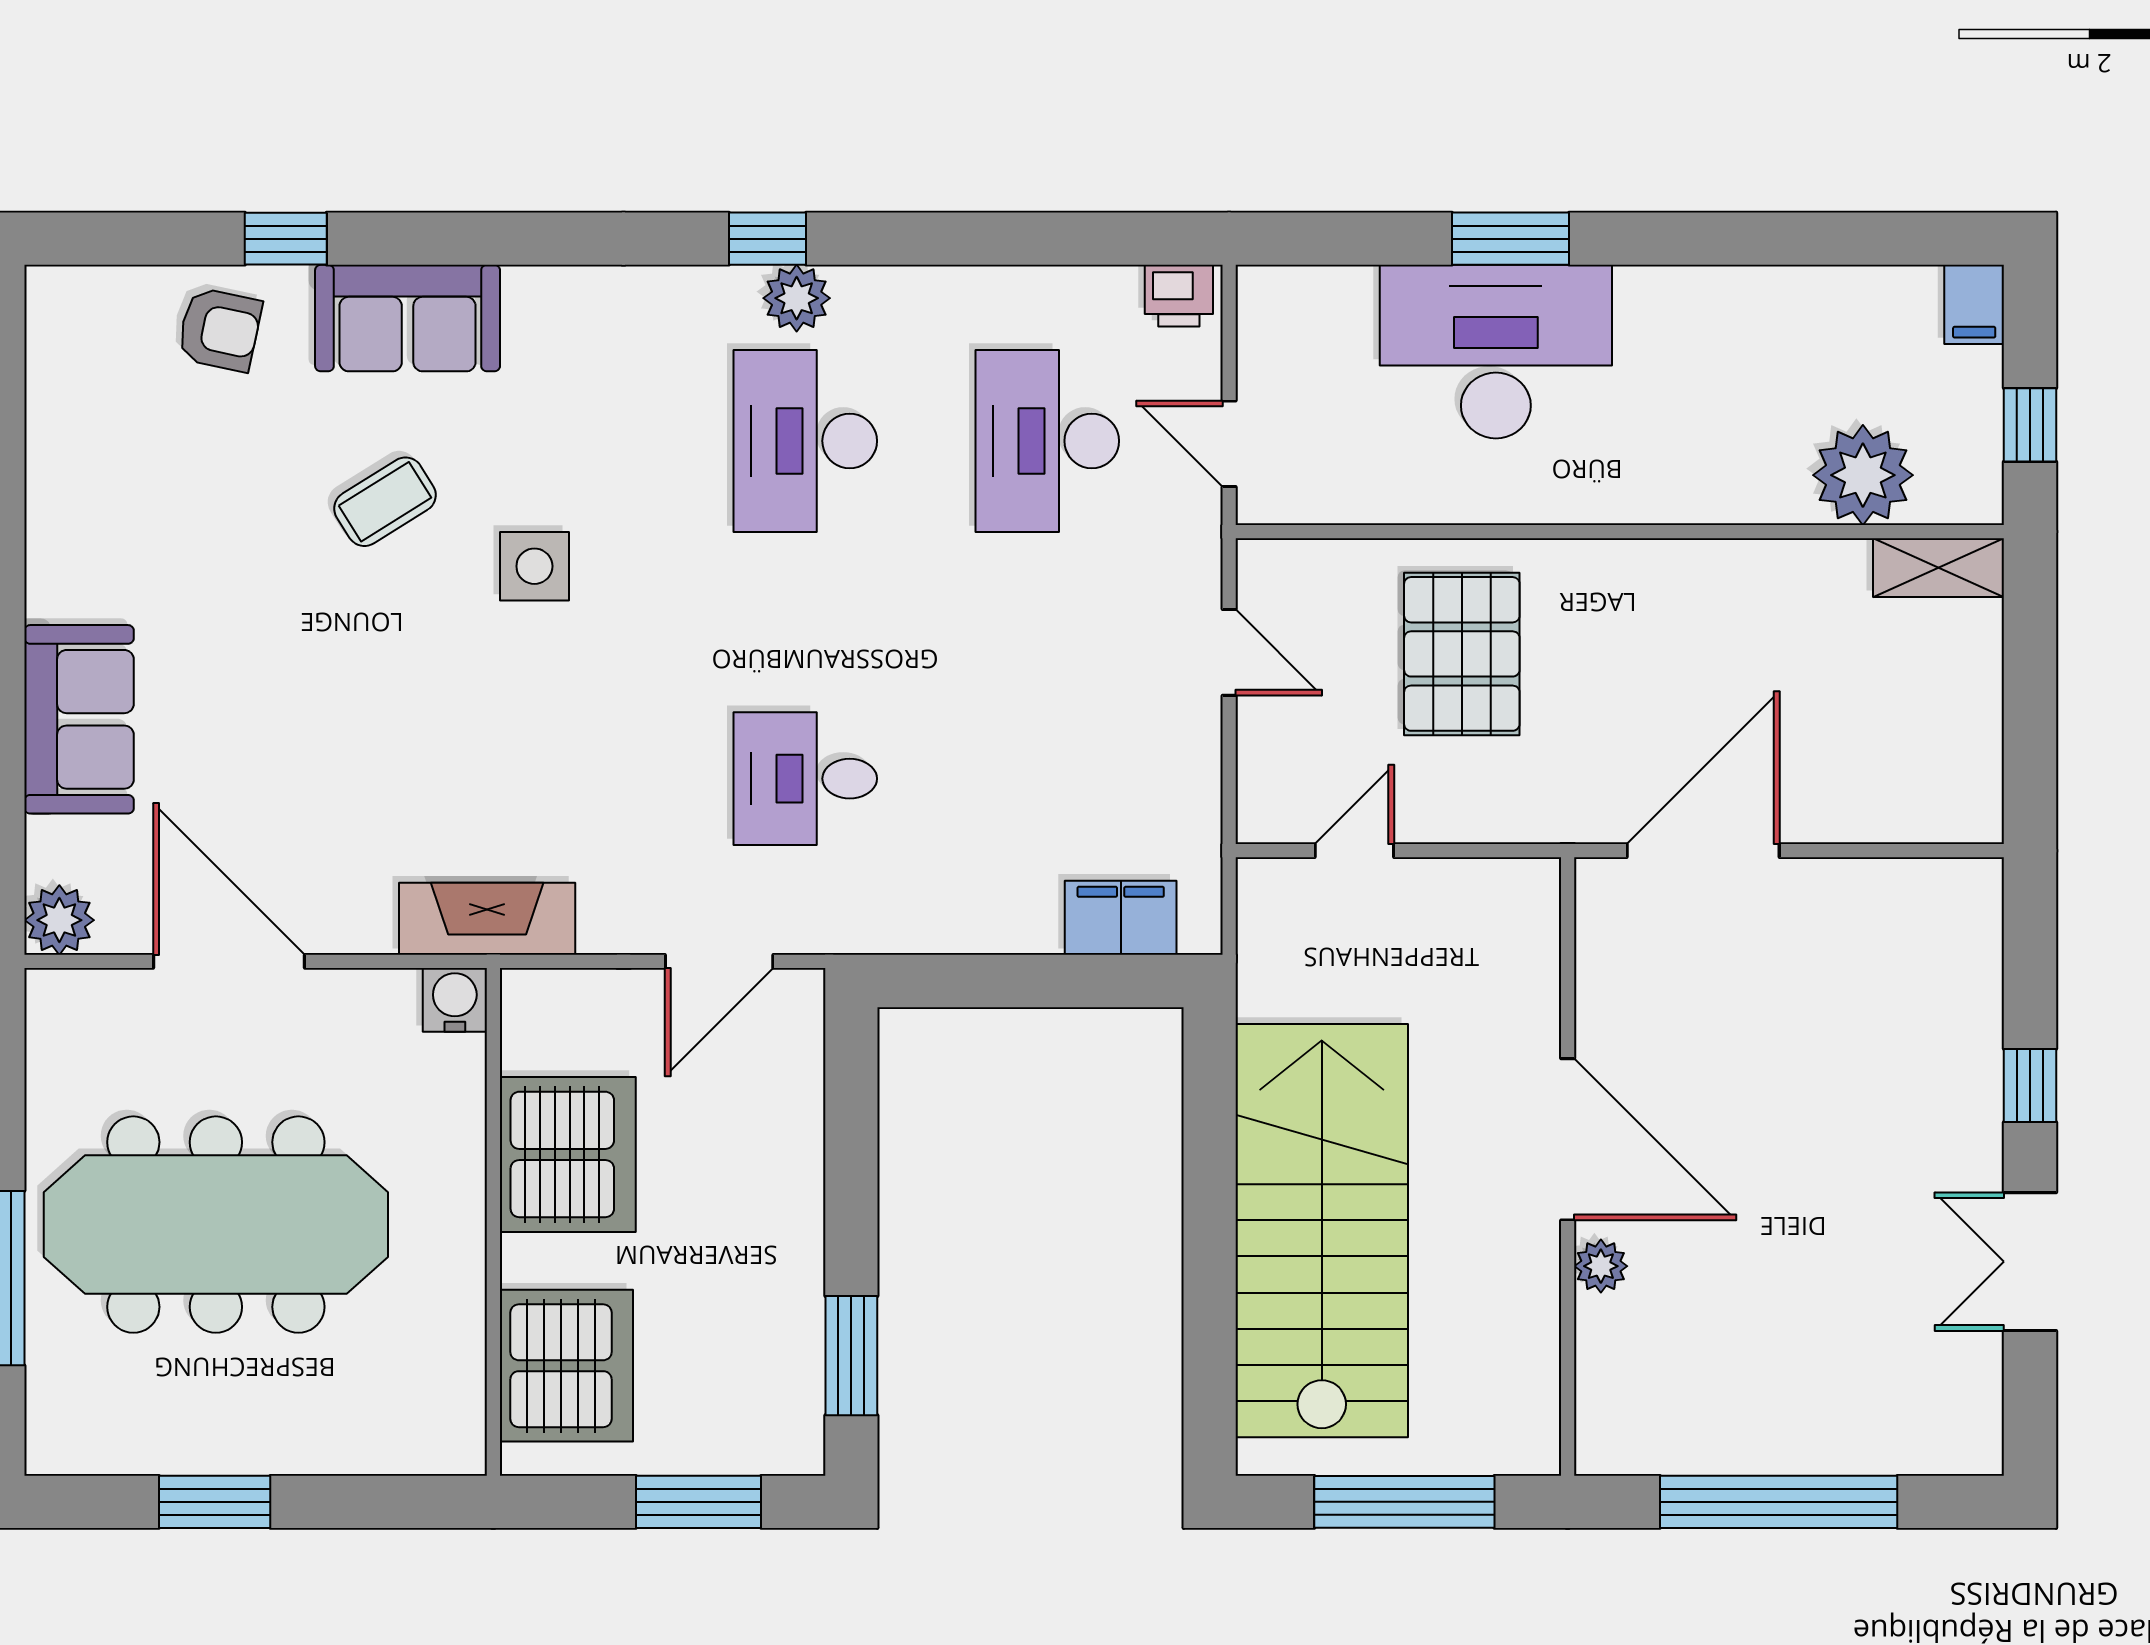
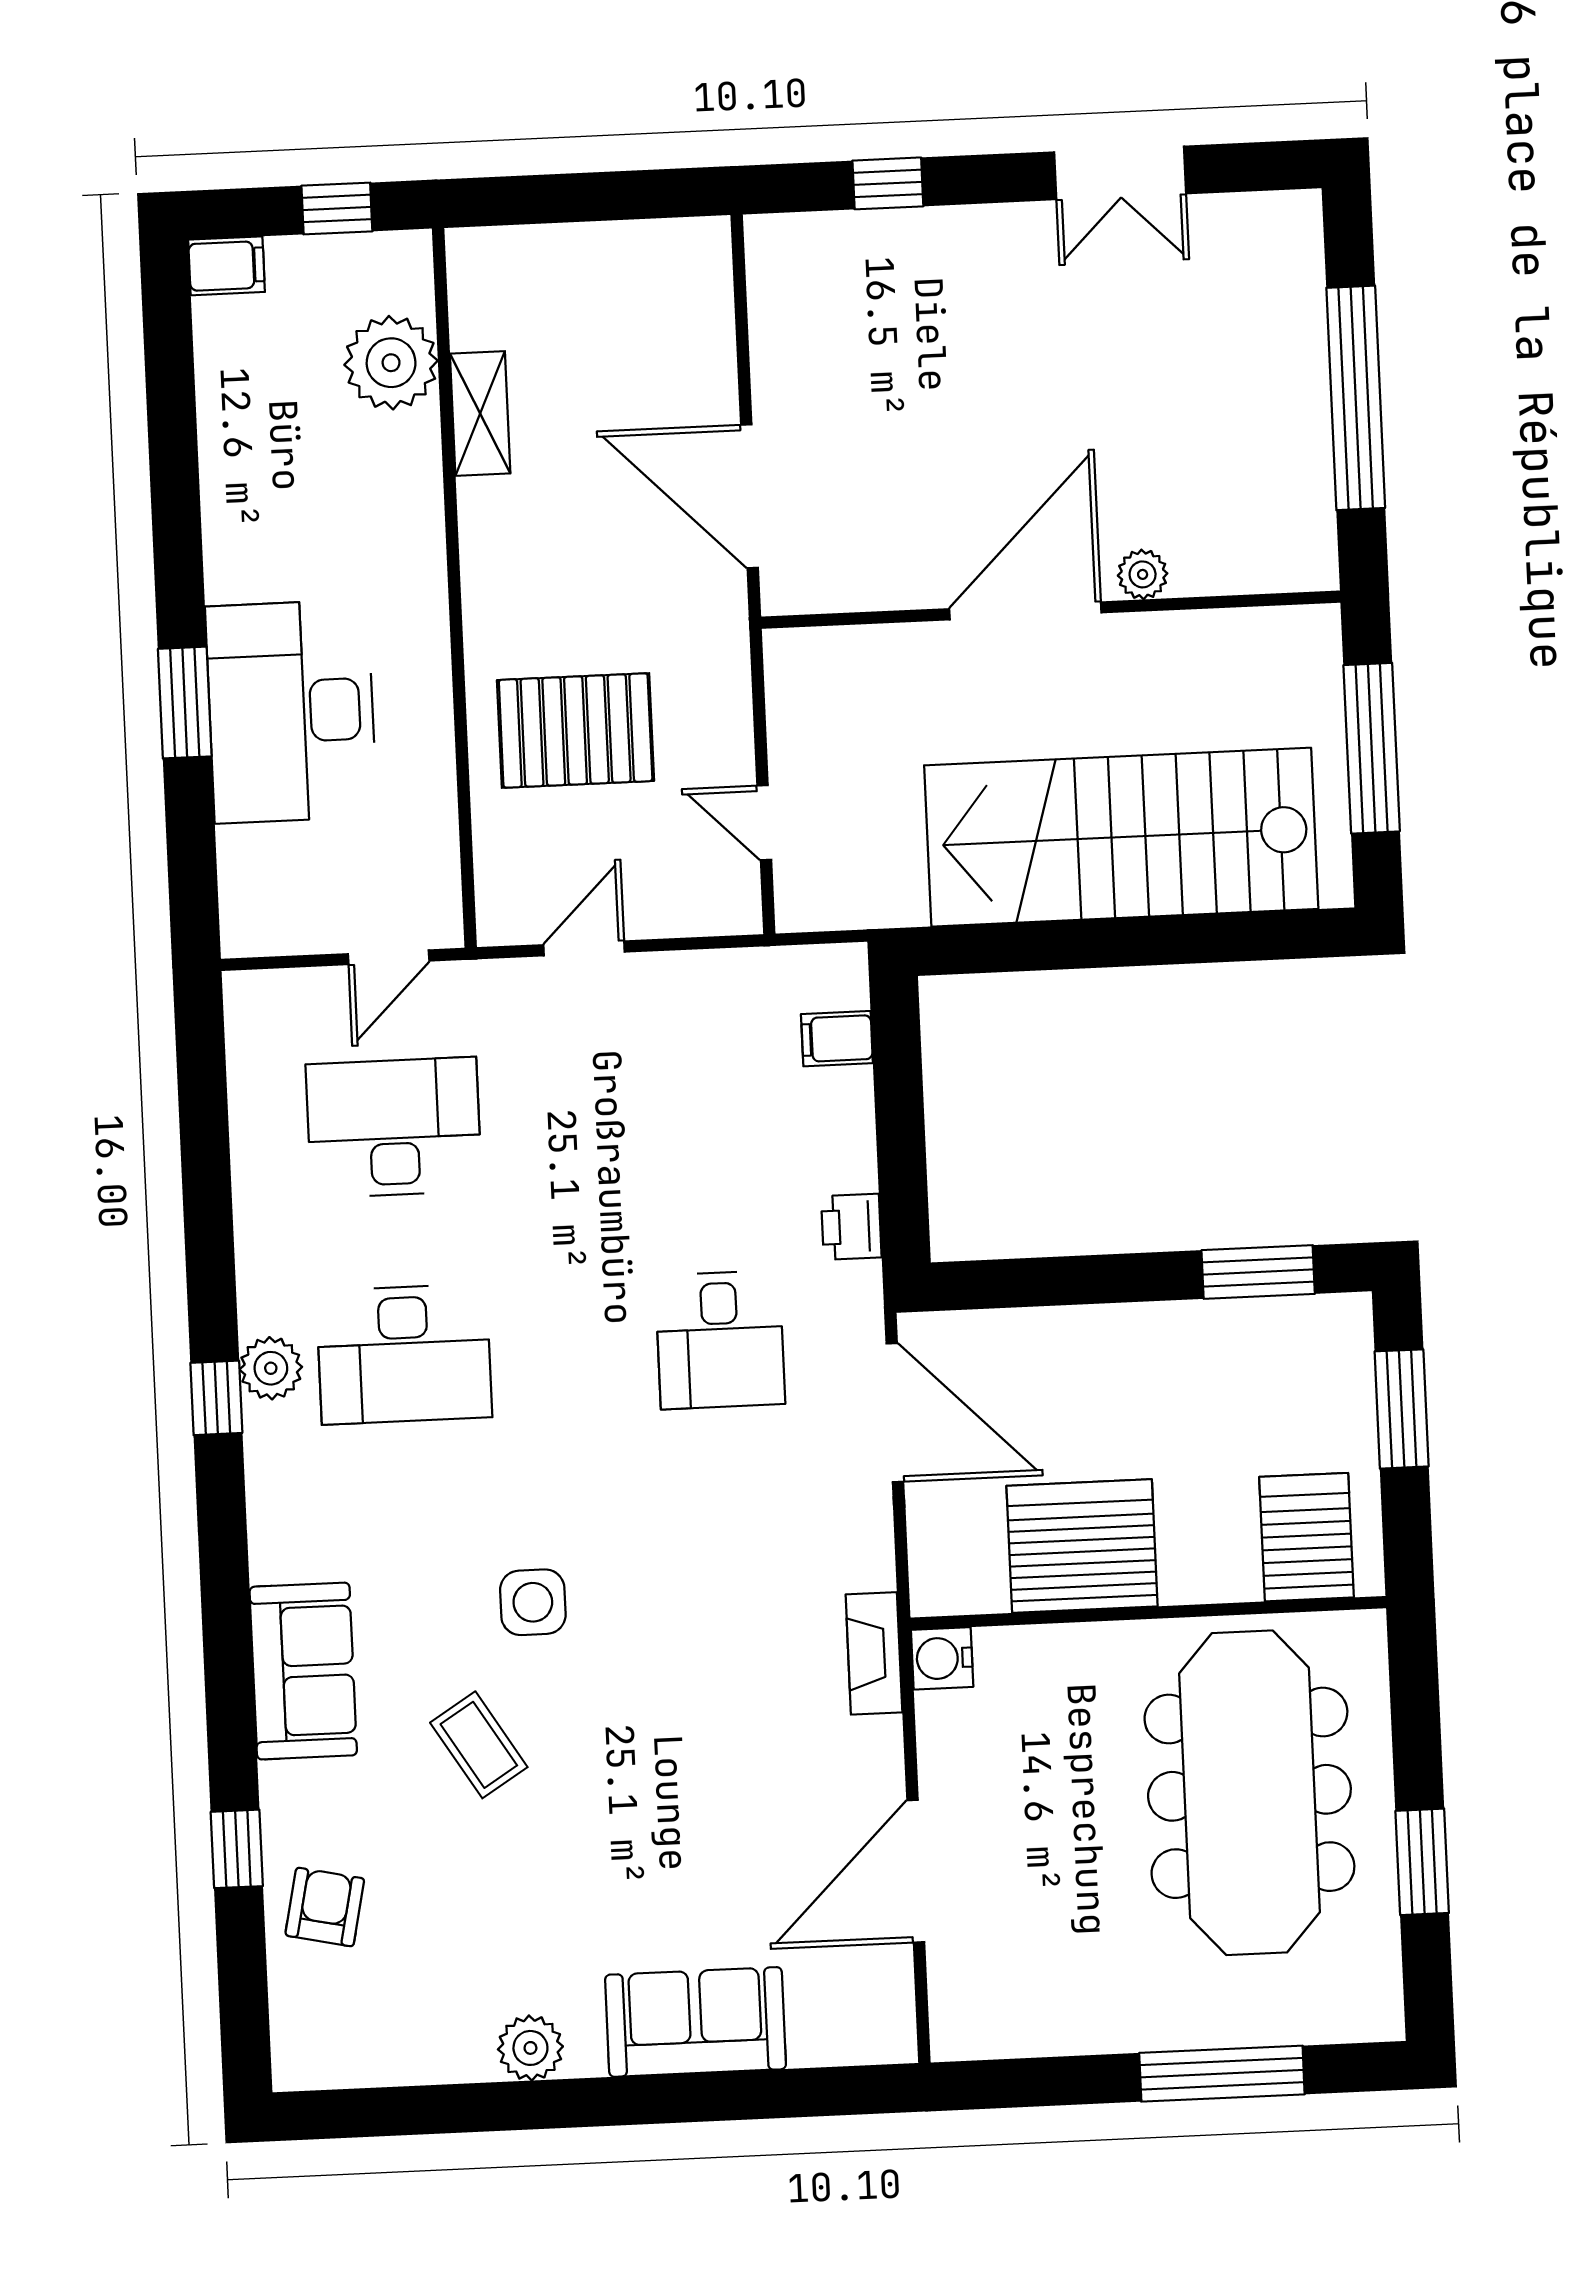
printer: (1179, 296) -> (851, 1227), moved, turned 180
sofa: (408, 318) -> (303, 1671), moved
desk: (1047, 441) -> (394, 1127), turned 180
shelving: (1939, 568) -> (480, 414), moved
filing cabinet: (1121, 918) -> (837, 1039), width x0.50
fireplace: (487, 919) -> (874, 1653), width x0.73, depth x0.76
plant: (59, 920) -> (530, 2048), moved
door: (719, 961) -> (895, 1413), width x1.36
window: (2030, 1085) -> (888, 183), moved
meeting table: (216, 1225) -> (1249, 1793), moved
server rack: (566, 1366) -> (1306, 1537), width x0.62

